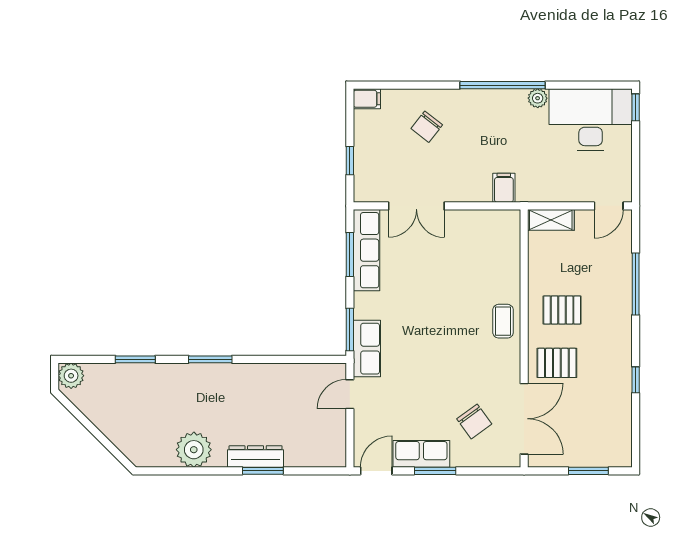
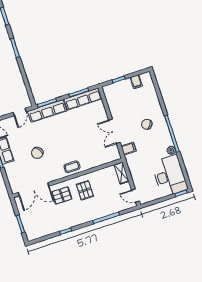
filing cabinet: (367, 99) -> (136, 82), moved
chair: (427, 127) -> (147, 124), moved
double door: (416, 206) -> (114, 131), moved
row of seats: (367, 349) -> (47, 111), width x1.48
pallet: (557, 363) -> (62, 195), turned 90
door: (350, 394) -> (20, 112), swing flipped
chair: (474, 421) -> (37, 153), moved

